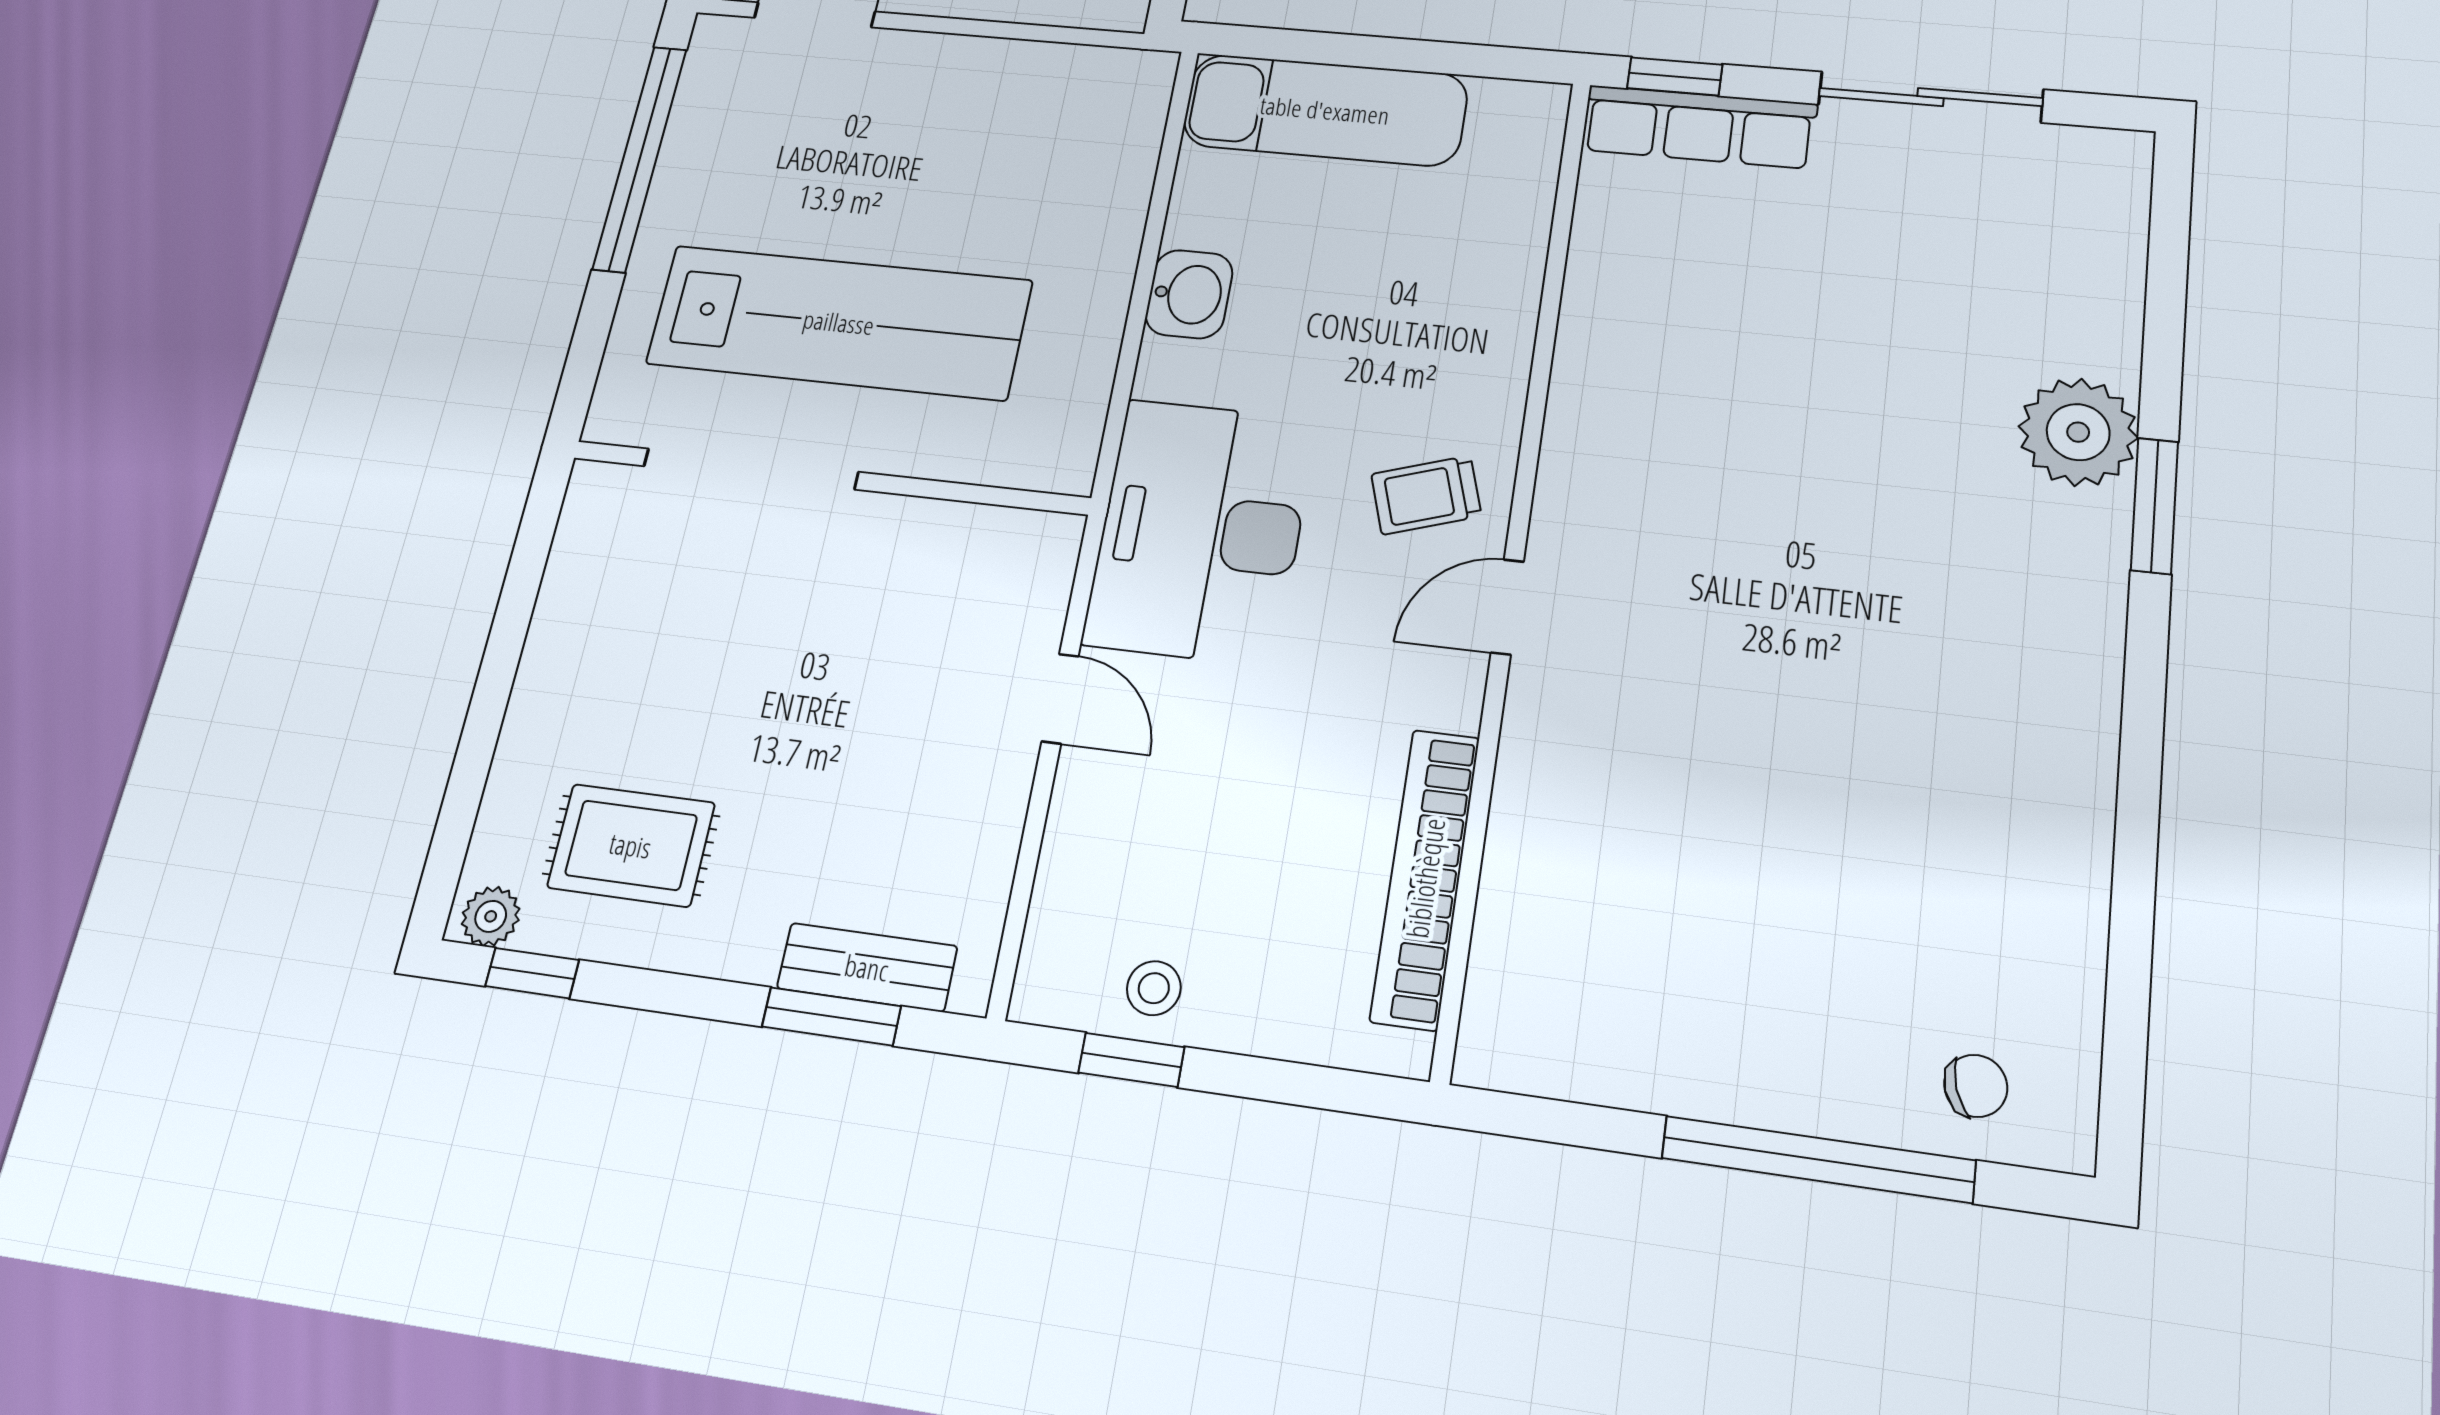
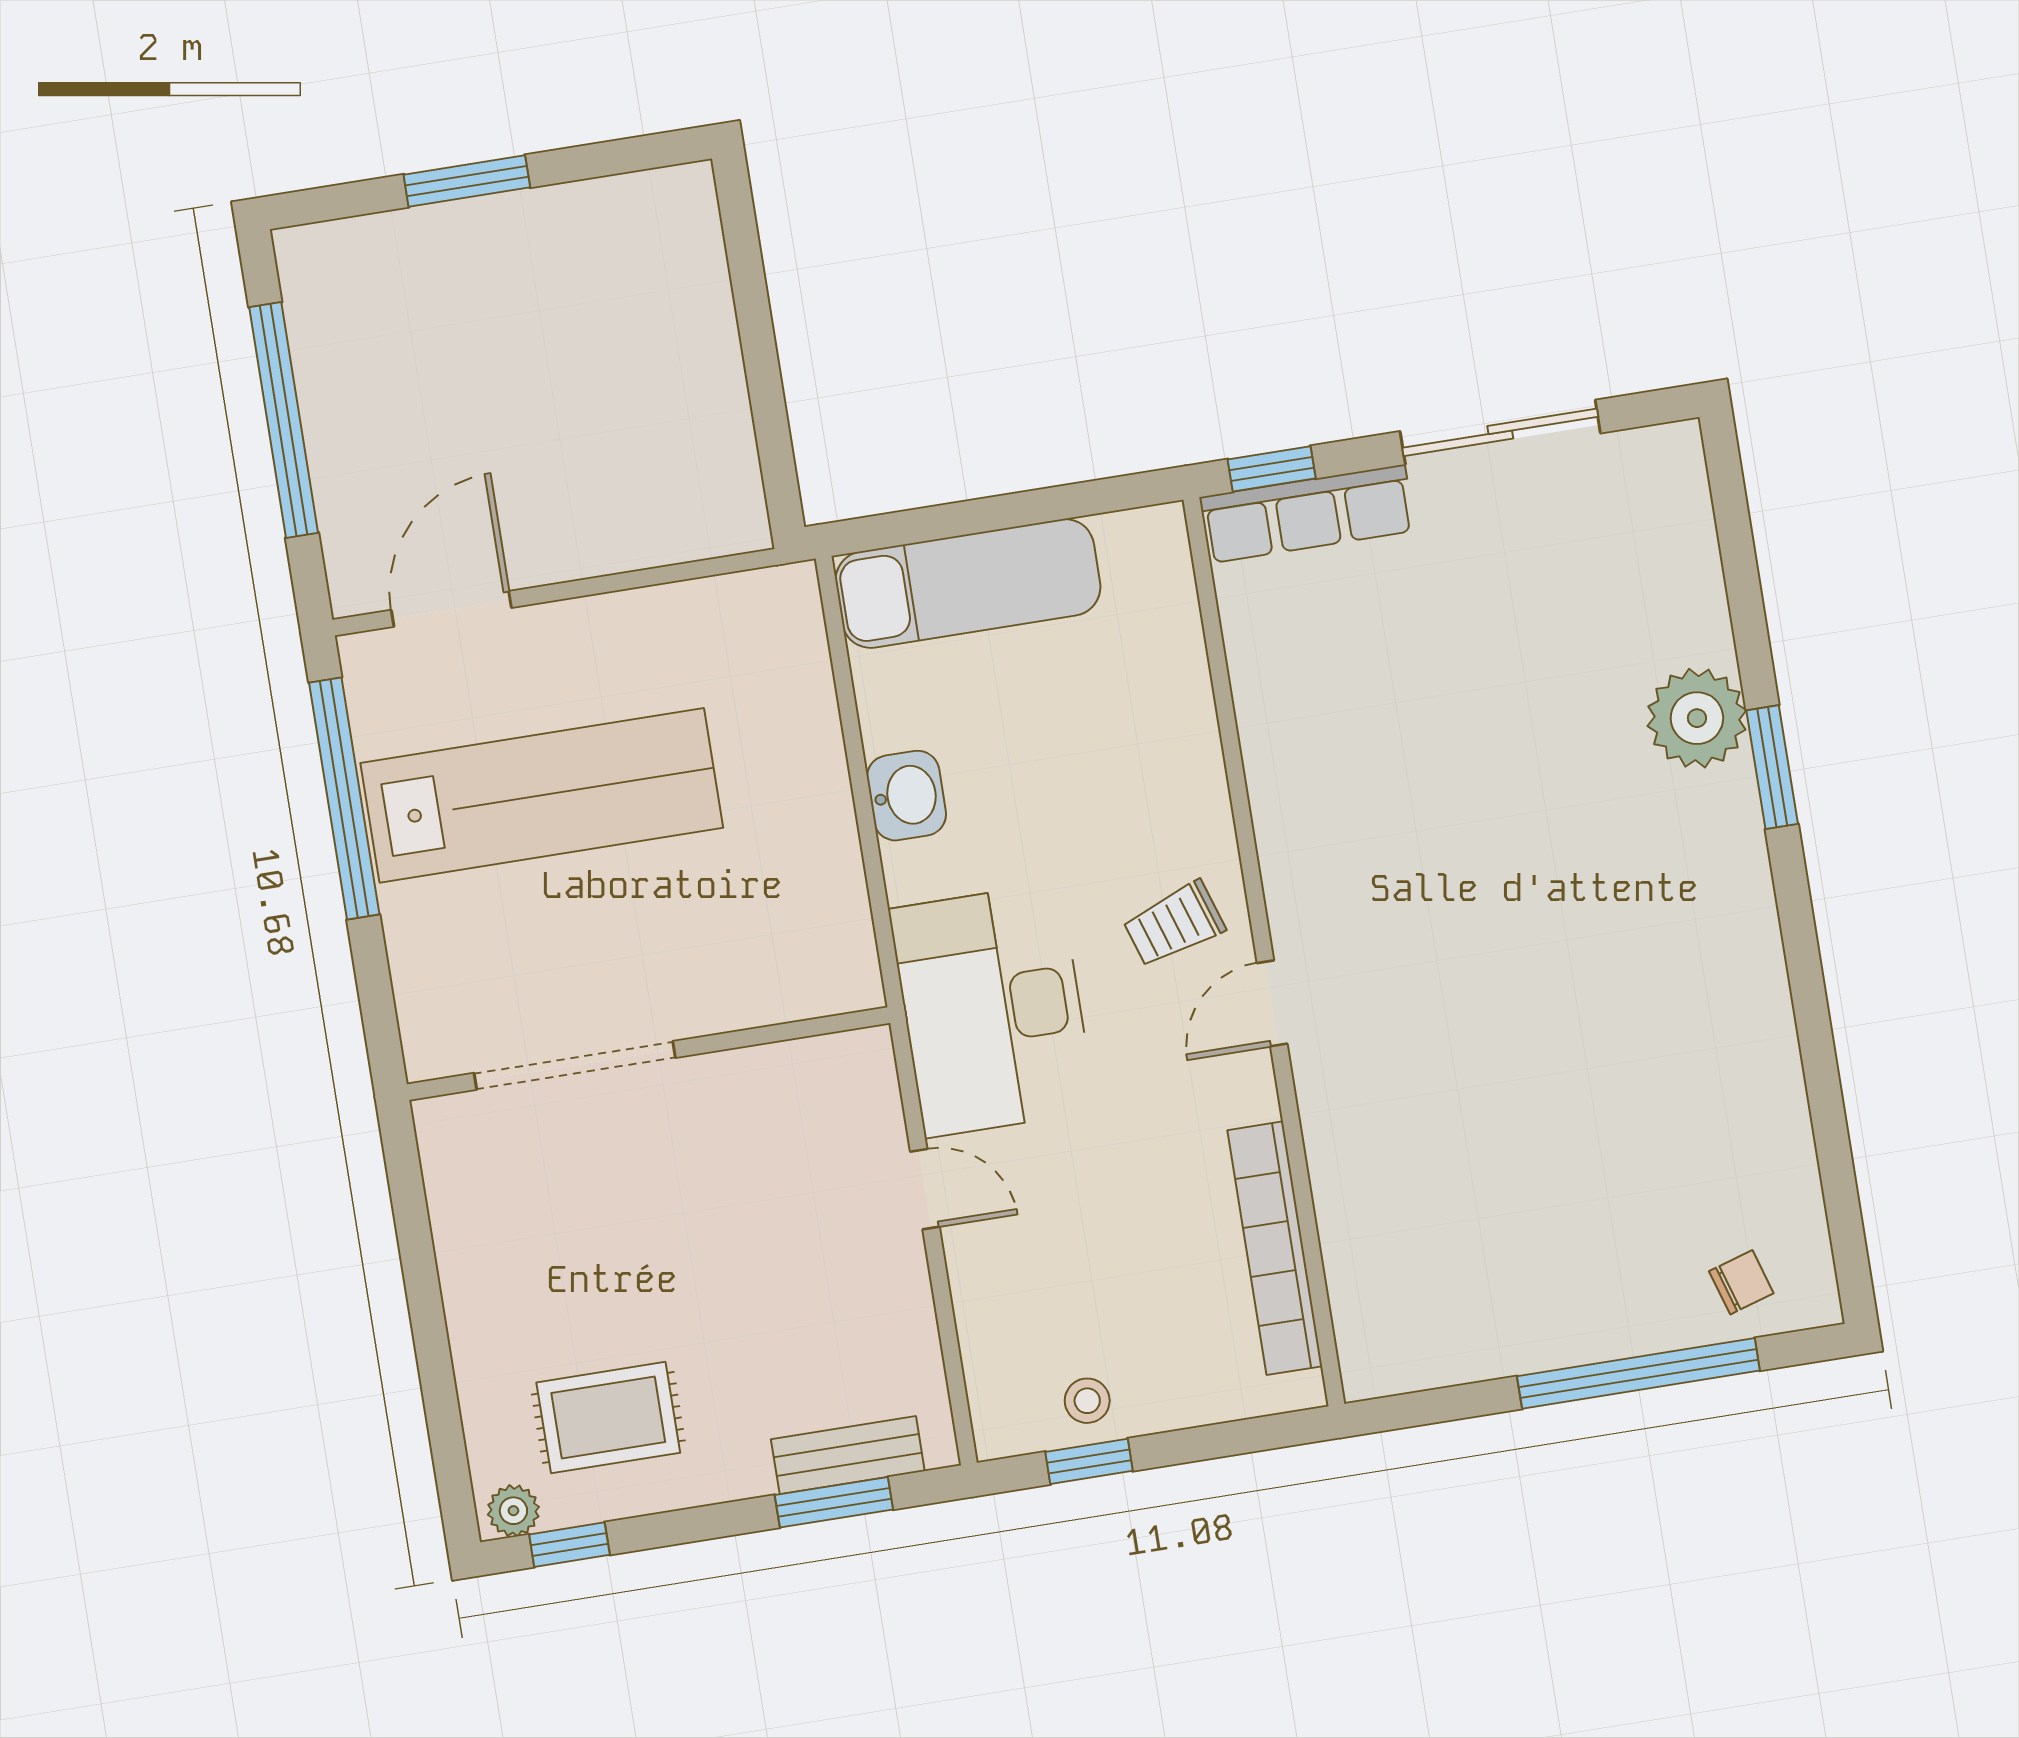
lab bench: (839, 322) -> (542, 795), moved

